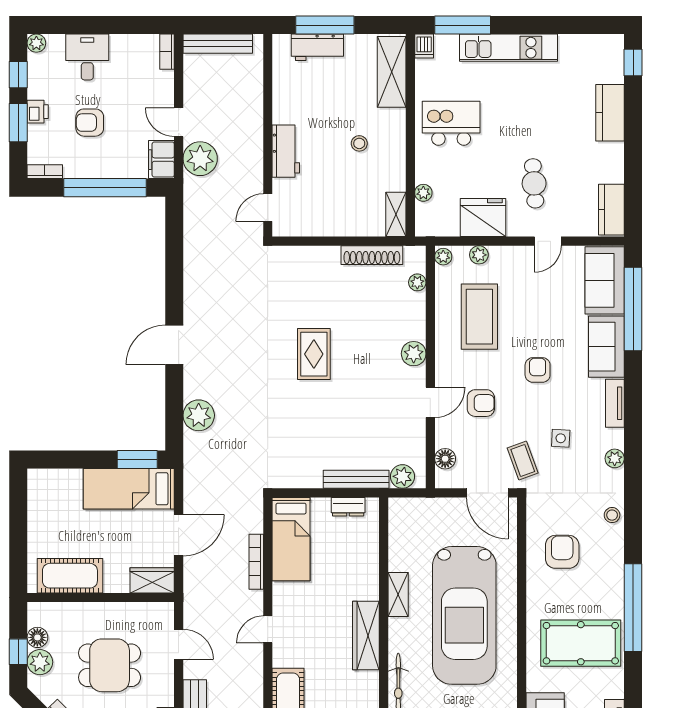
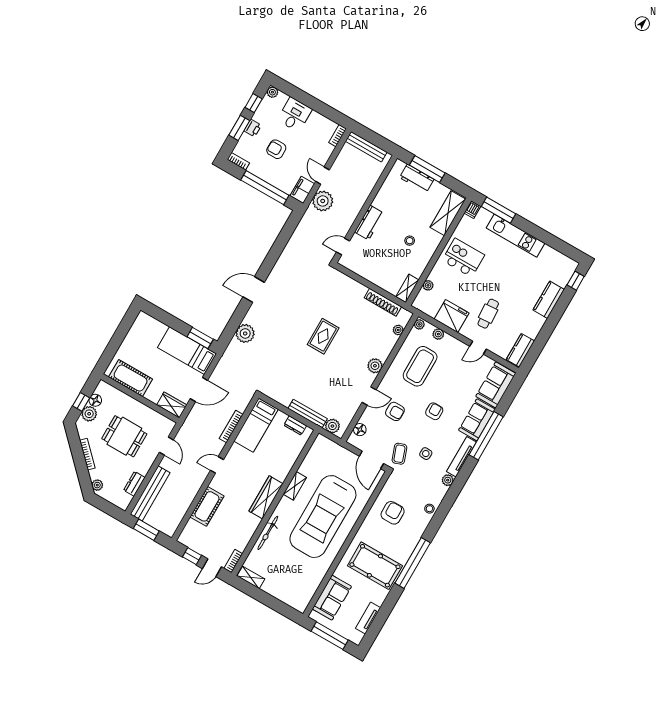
window: (633, 309) -> (486, 436), moved
tv unit: (615, 403) -> (461, 457), width x1.41

